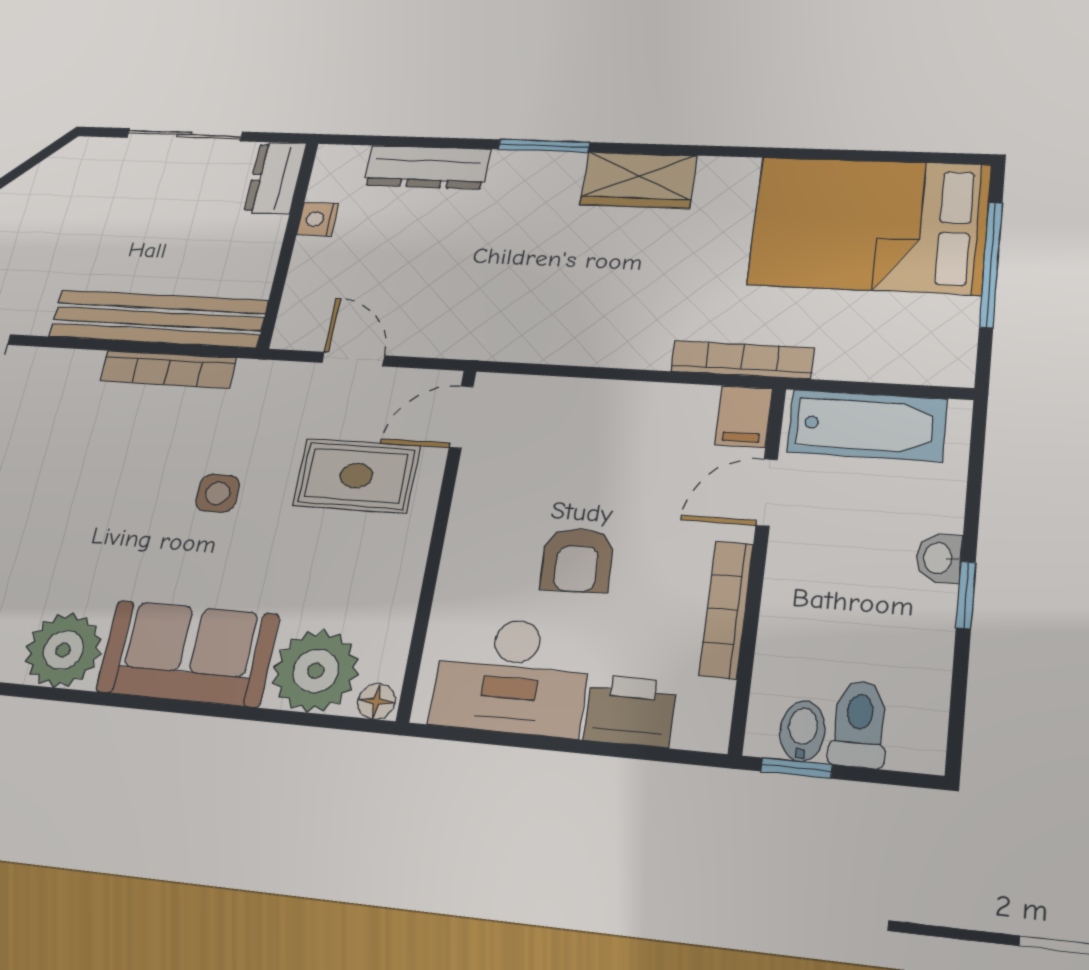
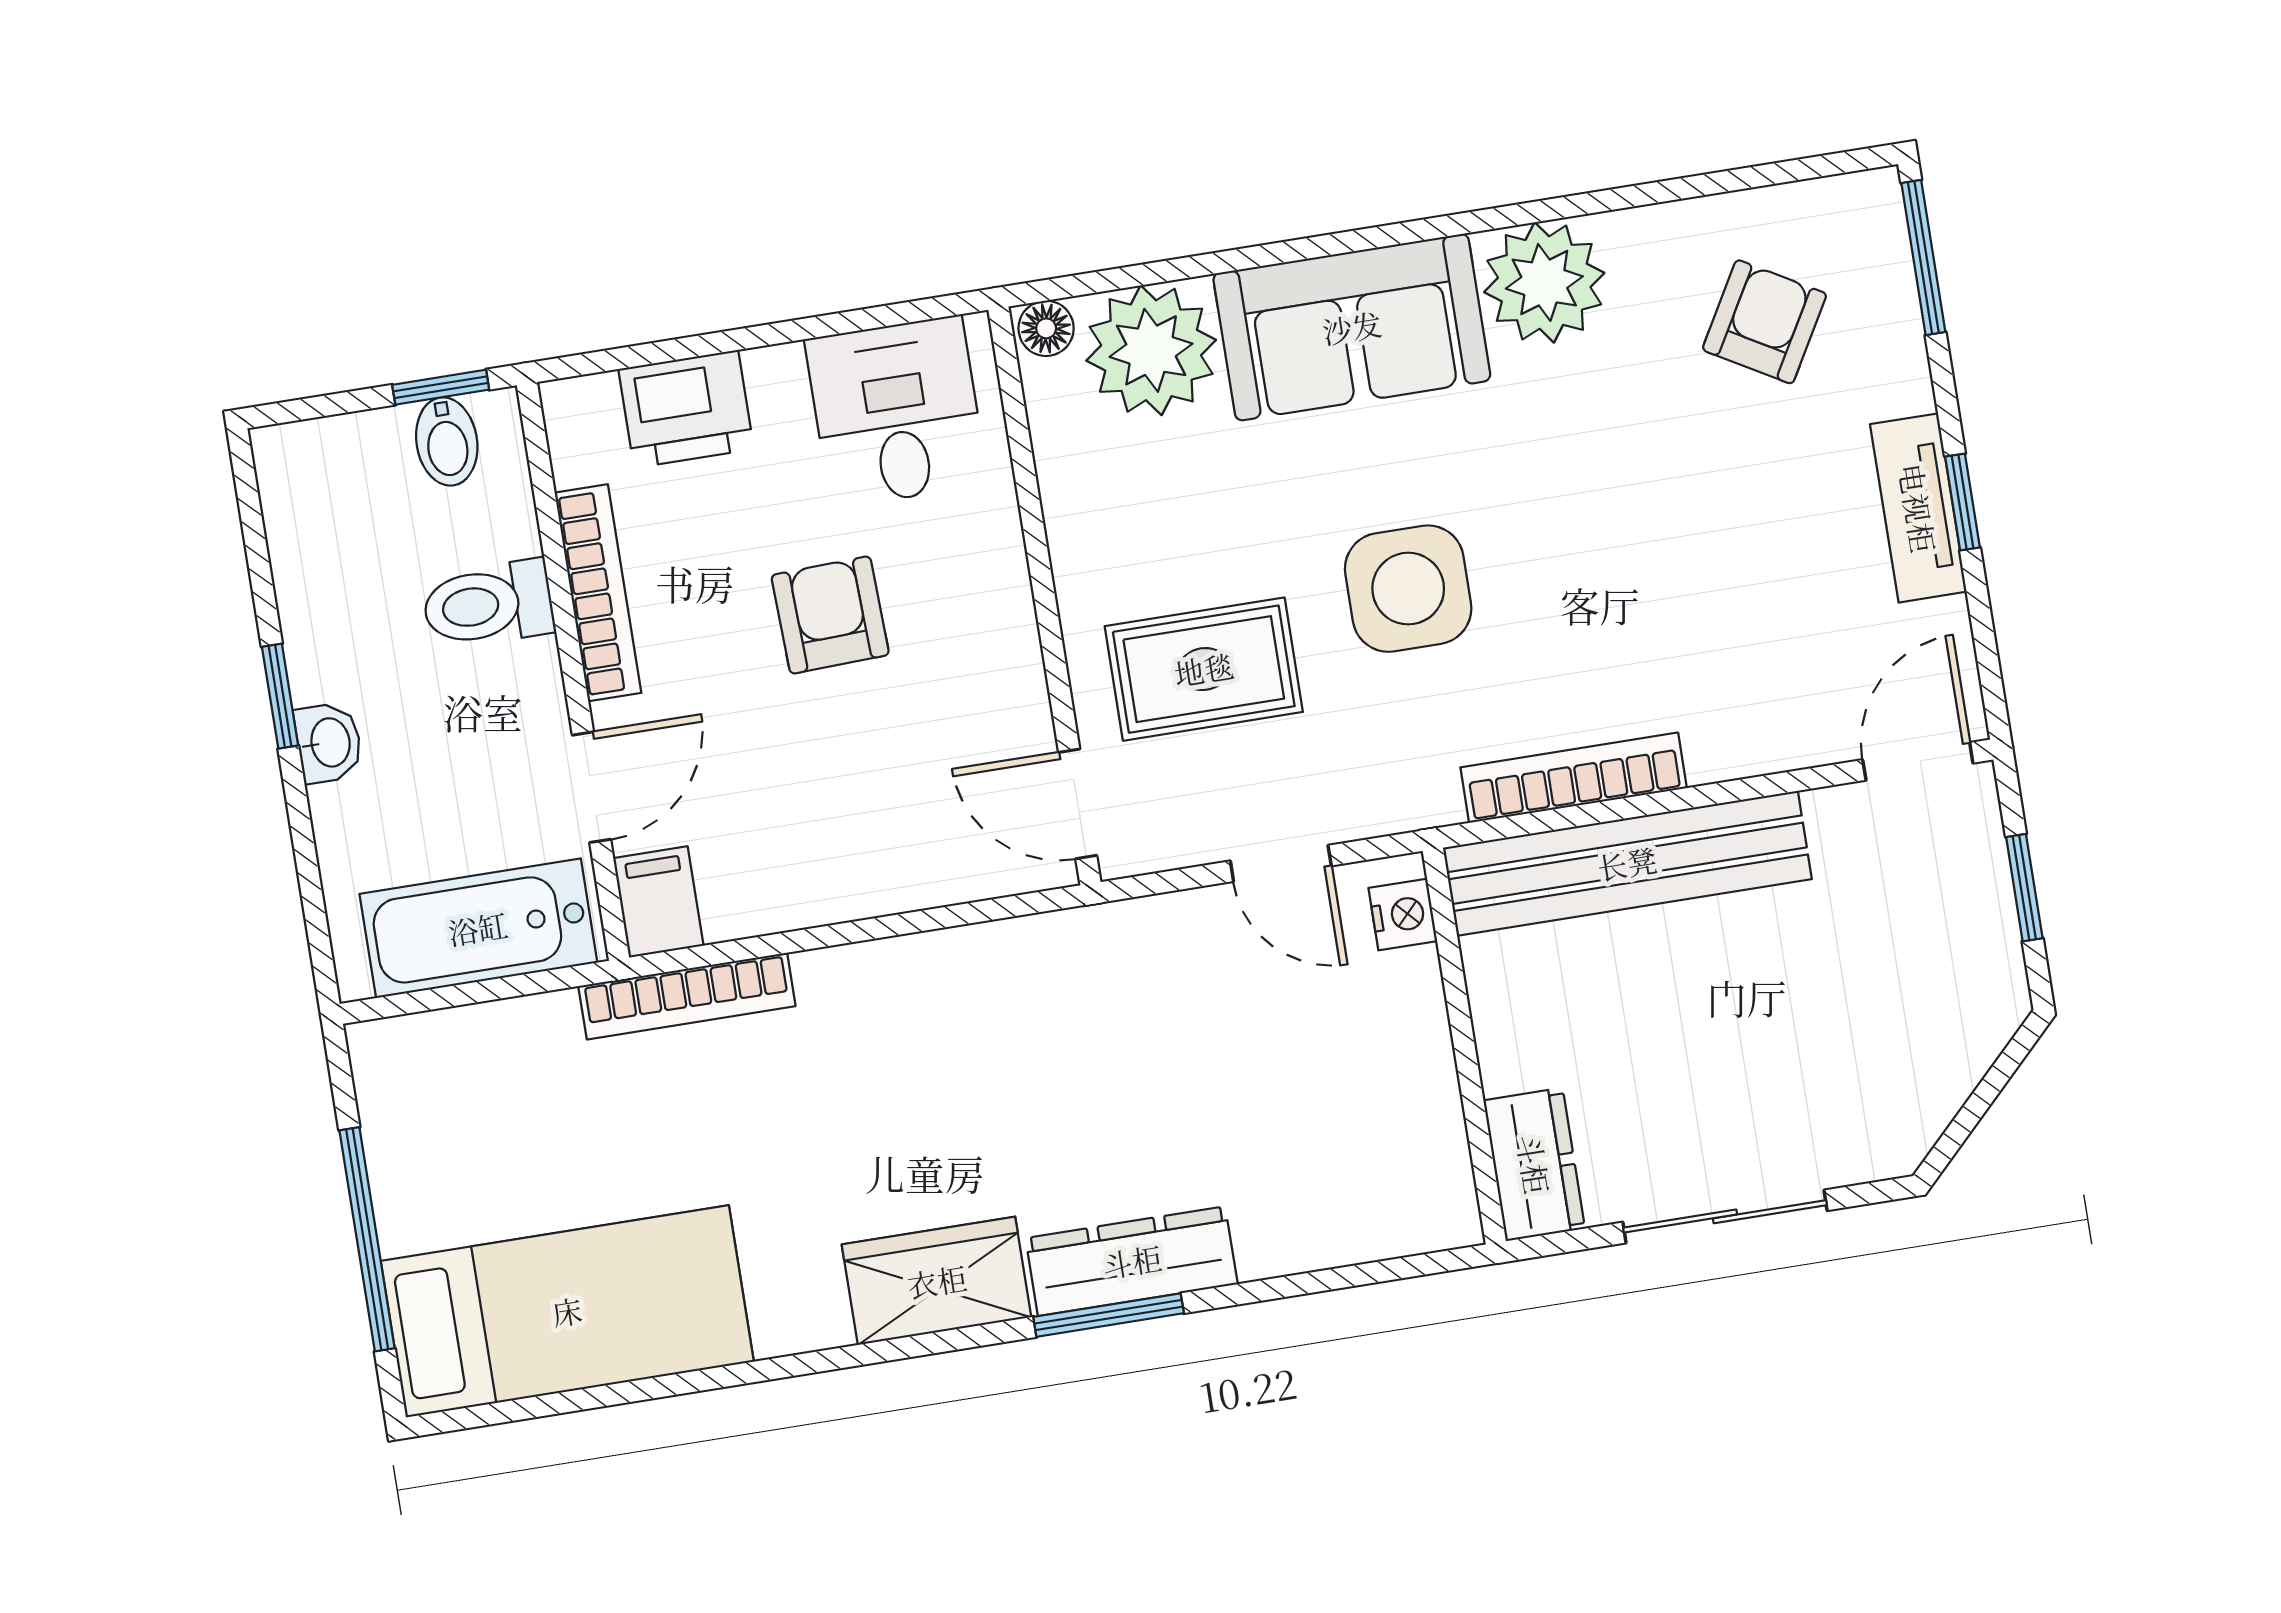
dresser: (427, 167) -> (1132, 1261), moved
nightstand: (318, 219) -> (1403, 915), moved
bed: (869, 225) -> (567, 1311), width x0.67
door: (461, 417) -> (1078, 804), swing flipped
side table: (218, 493) -> (1408, 589), width x1.87, depth x1.87
desk: (512, 676) -> (896, 412), width x0.73
toilet: (859, 724) -> (488, 604), moved, turned 90

